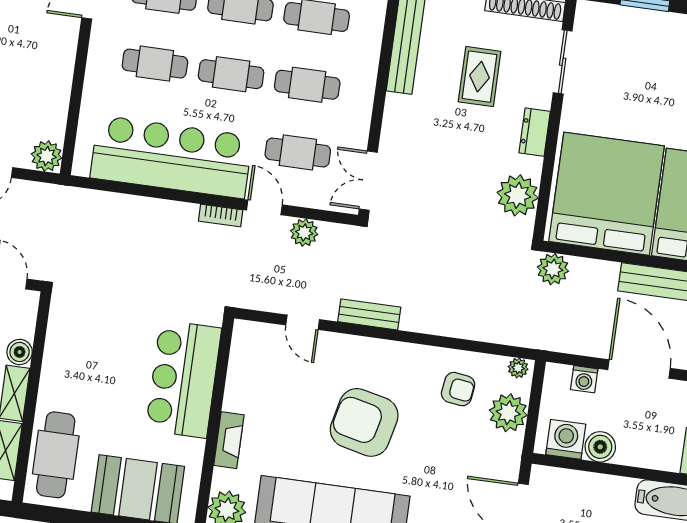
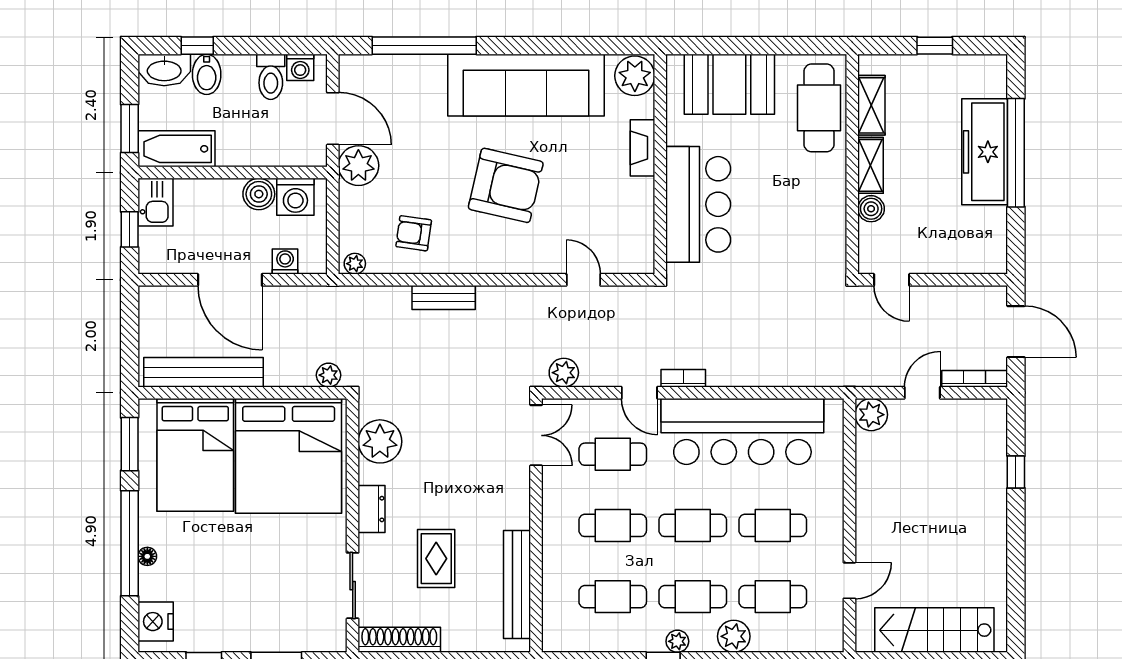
plant: (304, 233) -> (564, 373), moved
plant: (553, 269) -> (329, 375), width x0.73, depth x0.73
bench: (369, 314) -> (444, 298), moved
plant: (508, 413) -> (358, 166), moved

